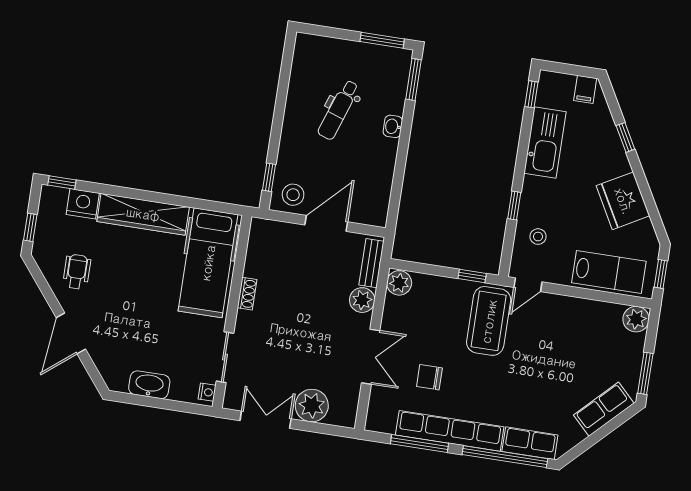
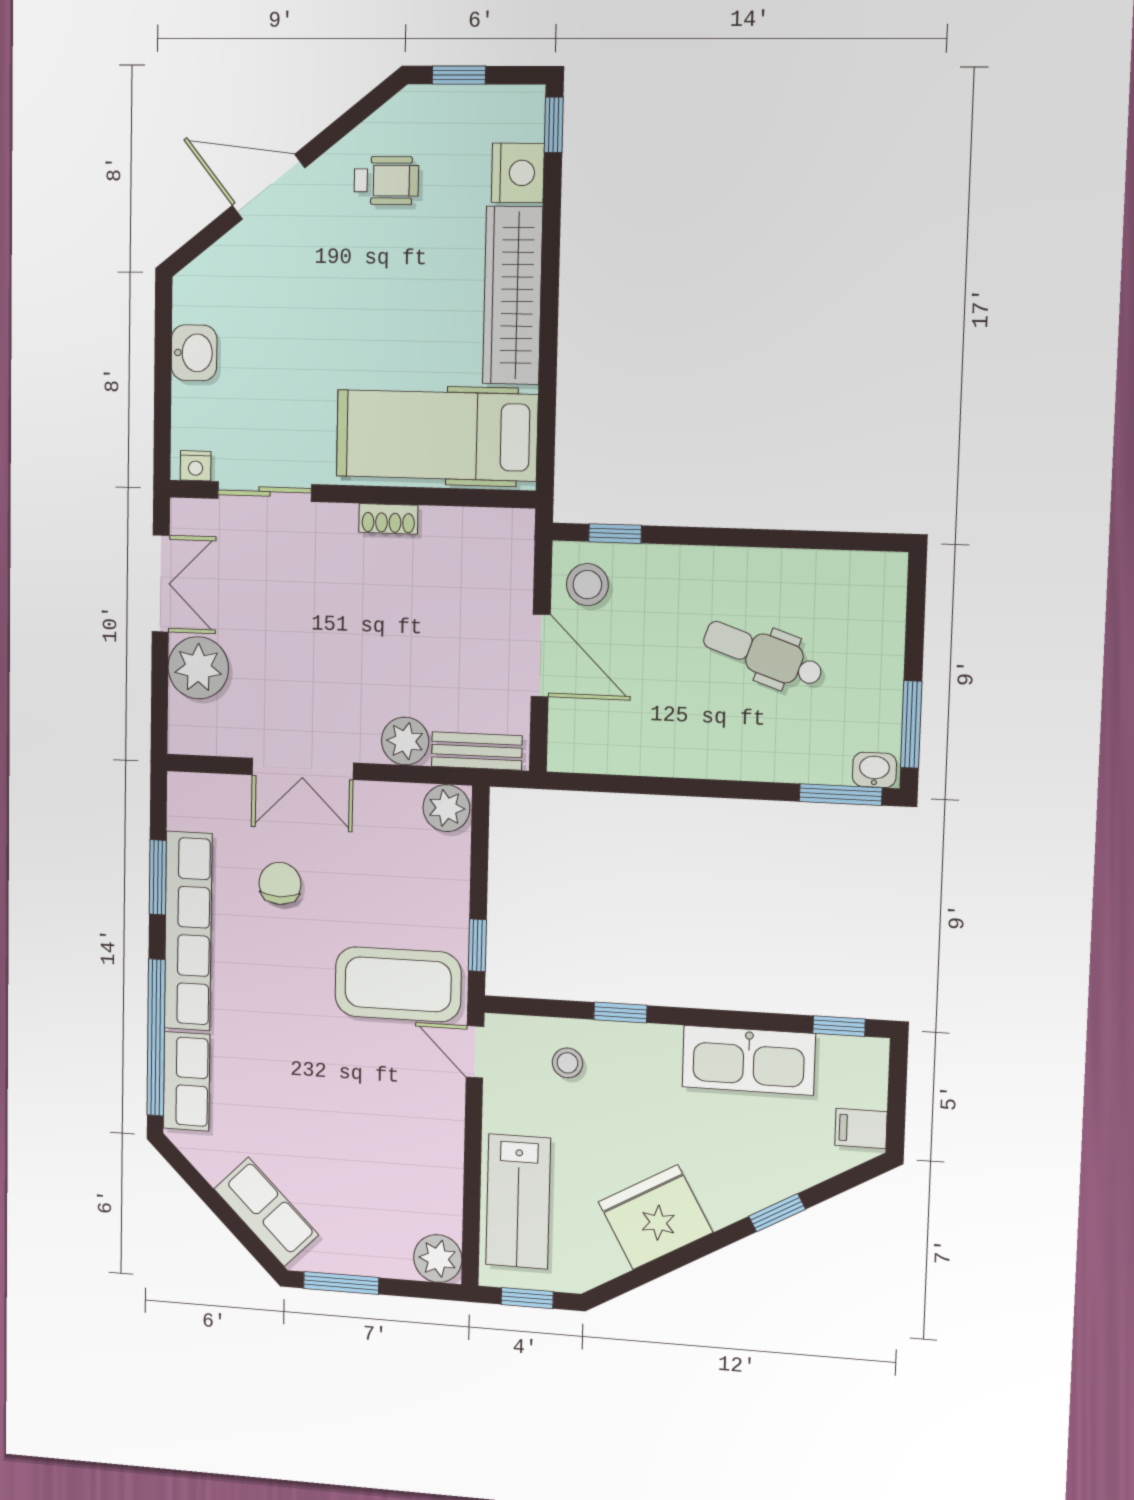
washbasin: (393, 126) -> (874, 770), moved
washbasin: (149, 385) -> (194, 353), width x0.72
window: (420, 443) -> (158, 877), width x0.69

